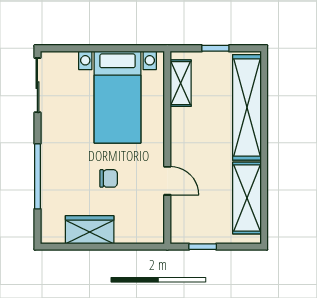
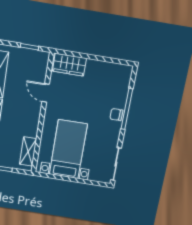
chair: (109, 178) -> (116, 115), moved
wardrobe: (90, 230) -> (69, 65), moved

